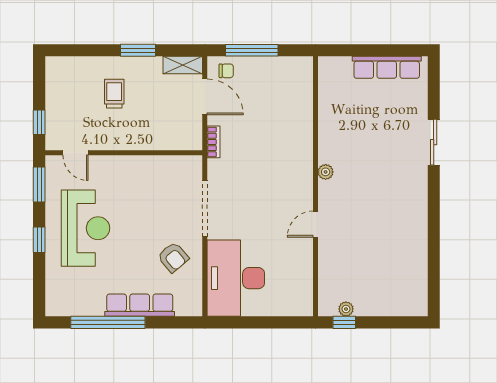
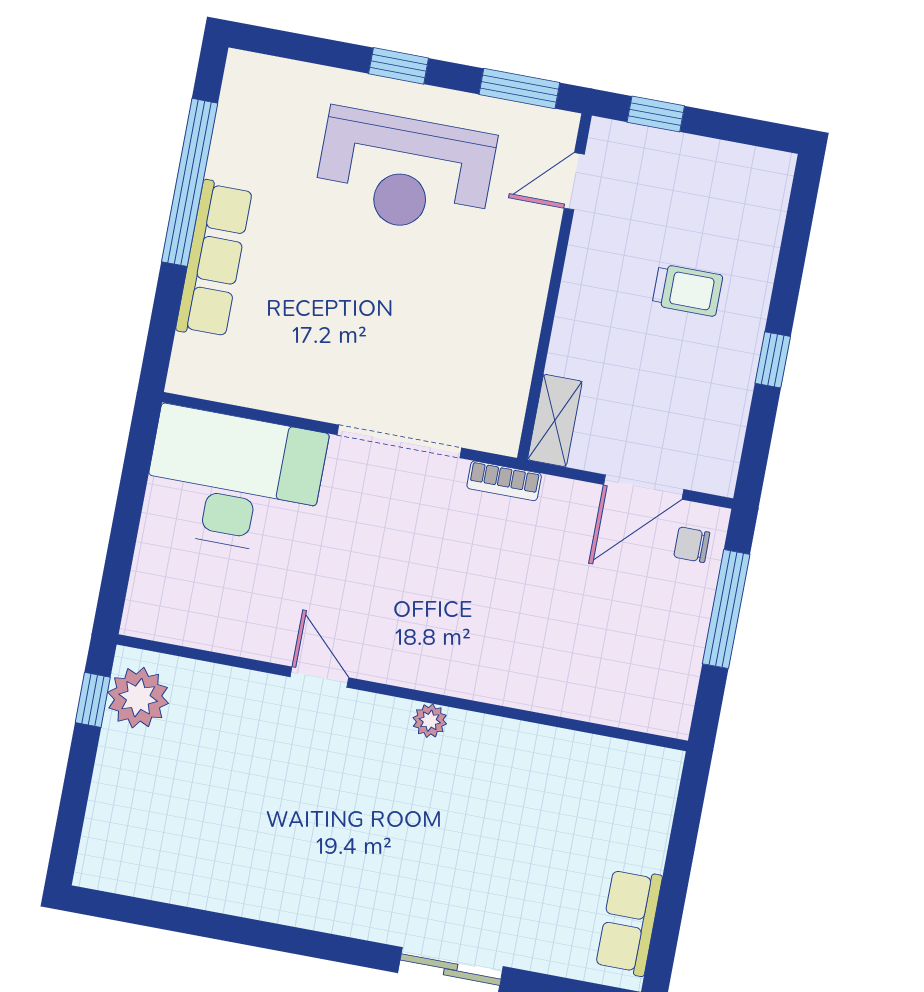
window: (138, 50) -> (773, 360), width x0.67
shelving: (183, 65) -> (555, 420), moved
row of seats: (387, 67) -> (629, 922), width x0.68
chair: (226, 71) -> (692, 545), turned 90
bookcase: (214, 142) -> (504, 481), moved
armchair: (173, 257) -> (305, 352), removed
plant: (346, 309) -> (138, 698), width x1.87, depth x1.87

